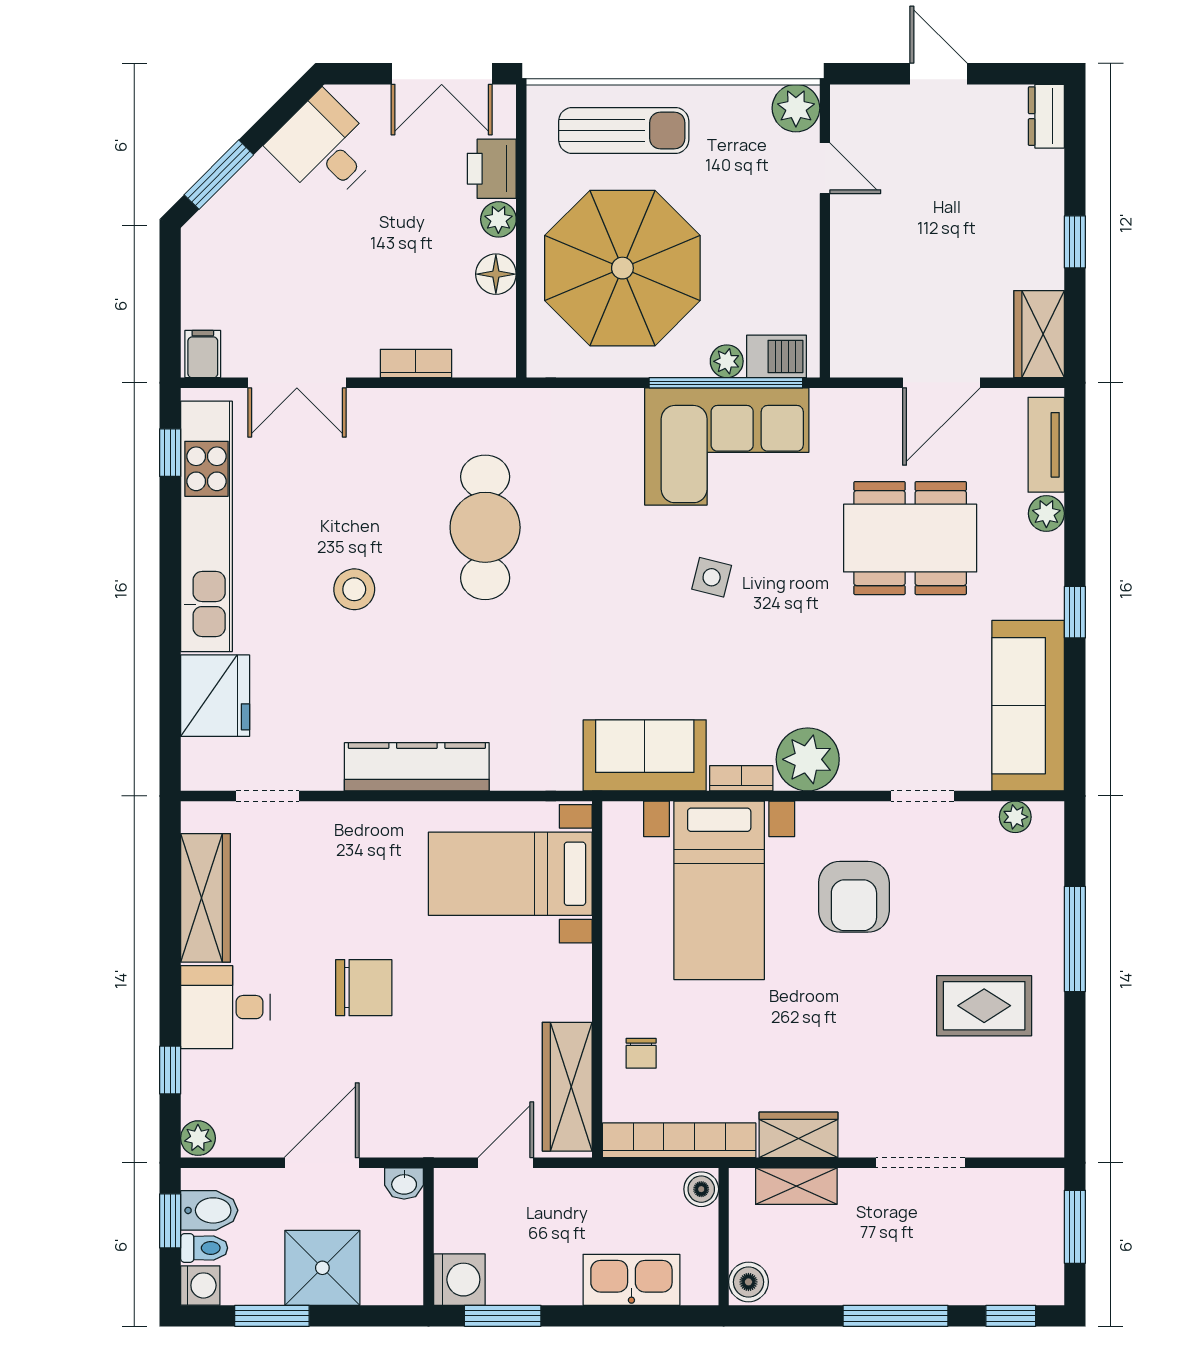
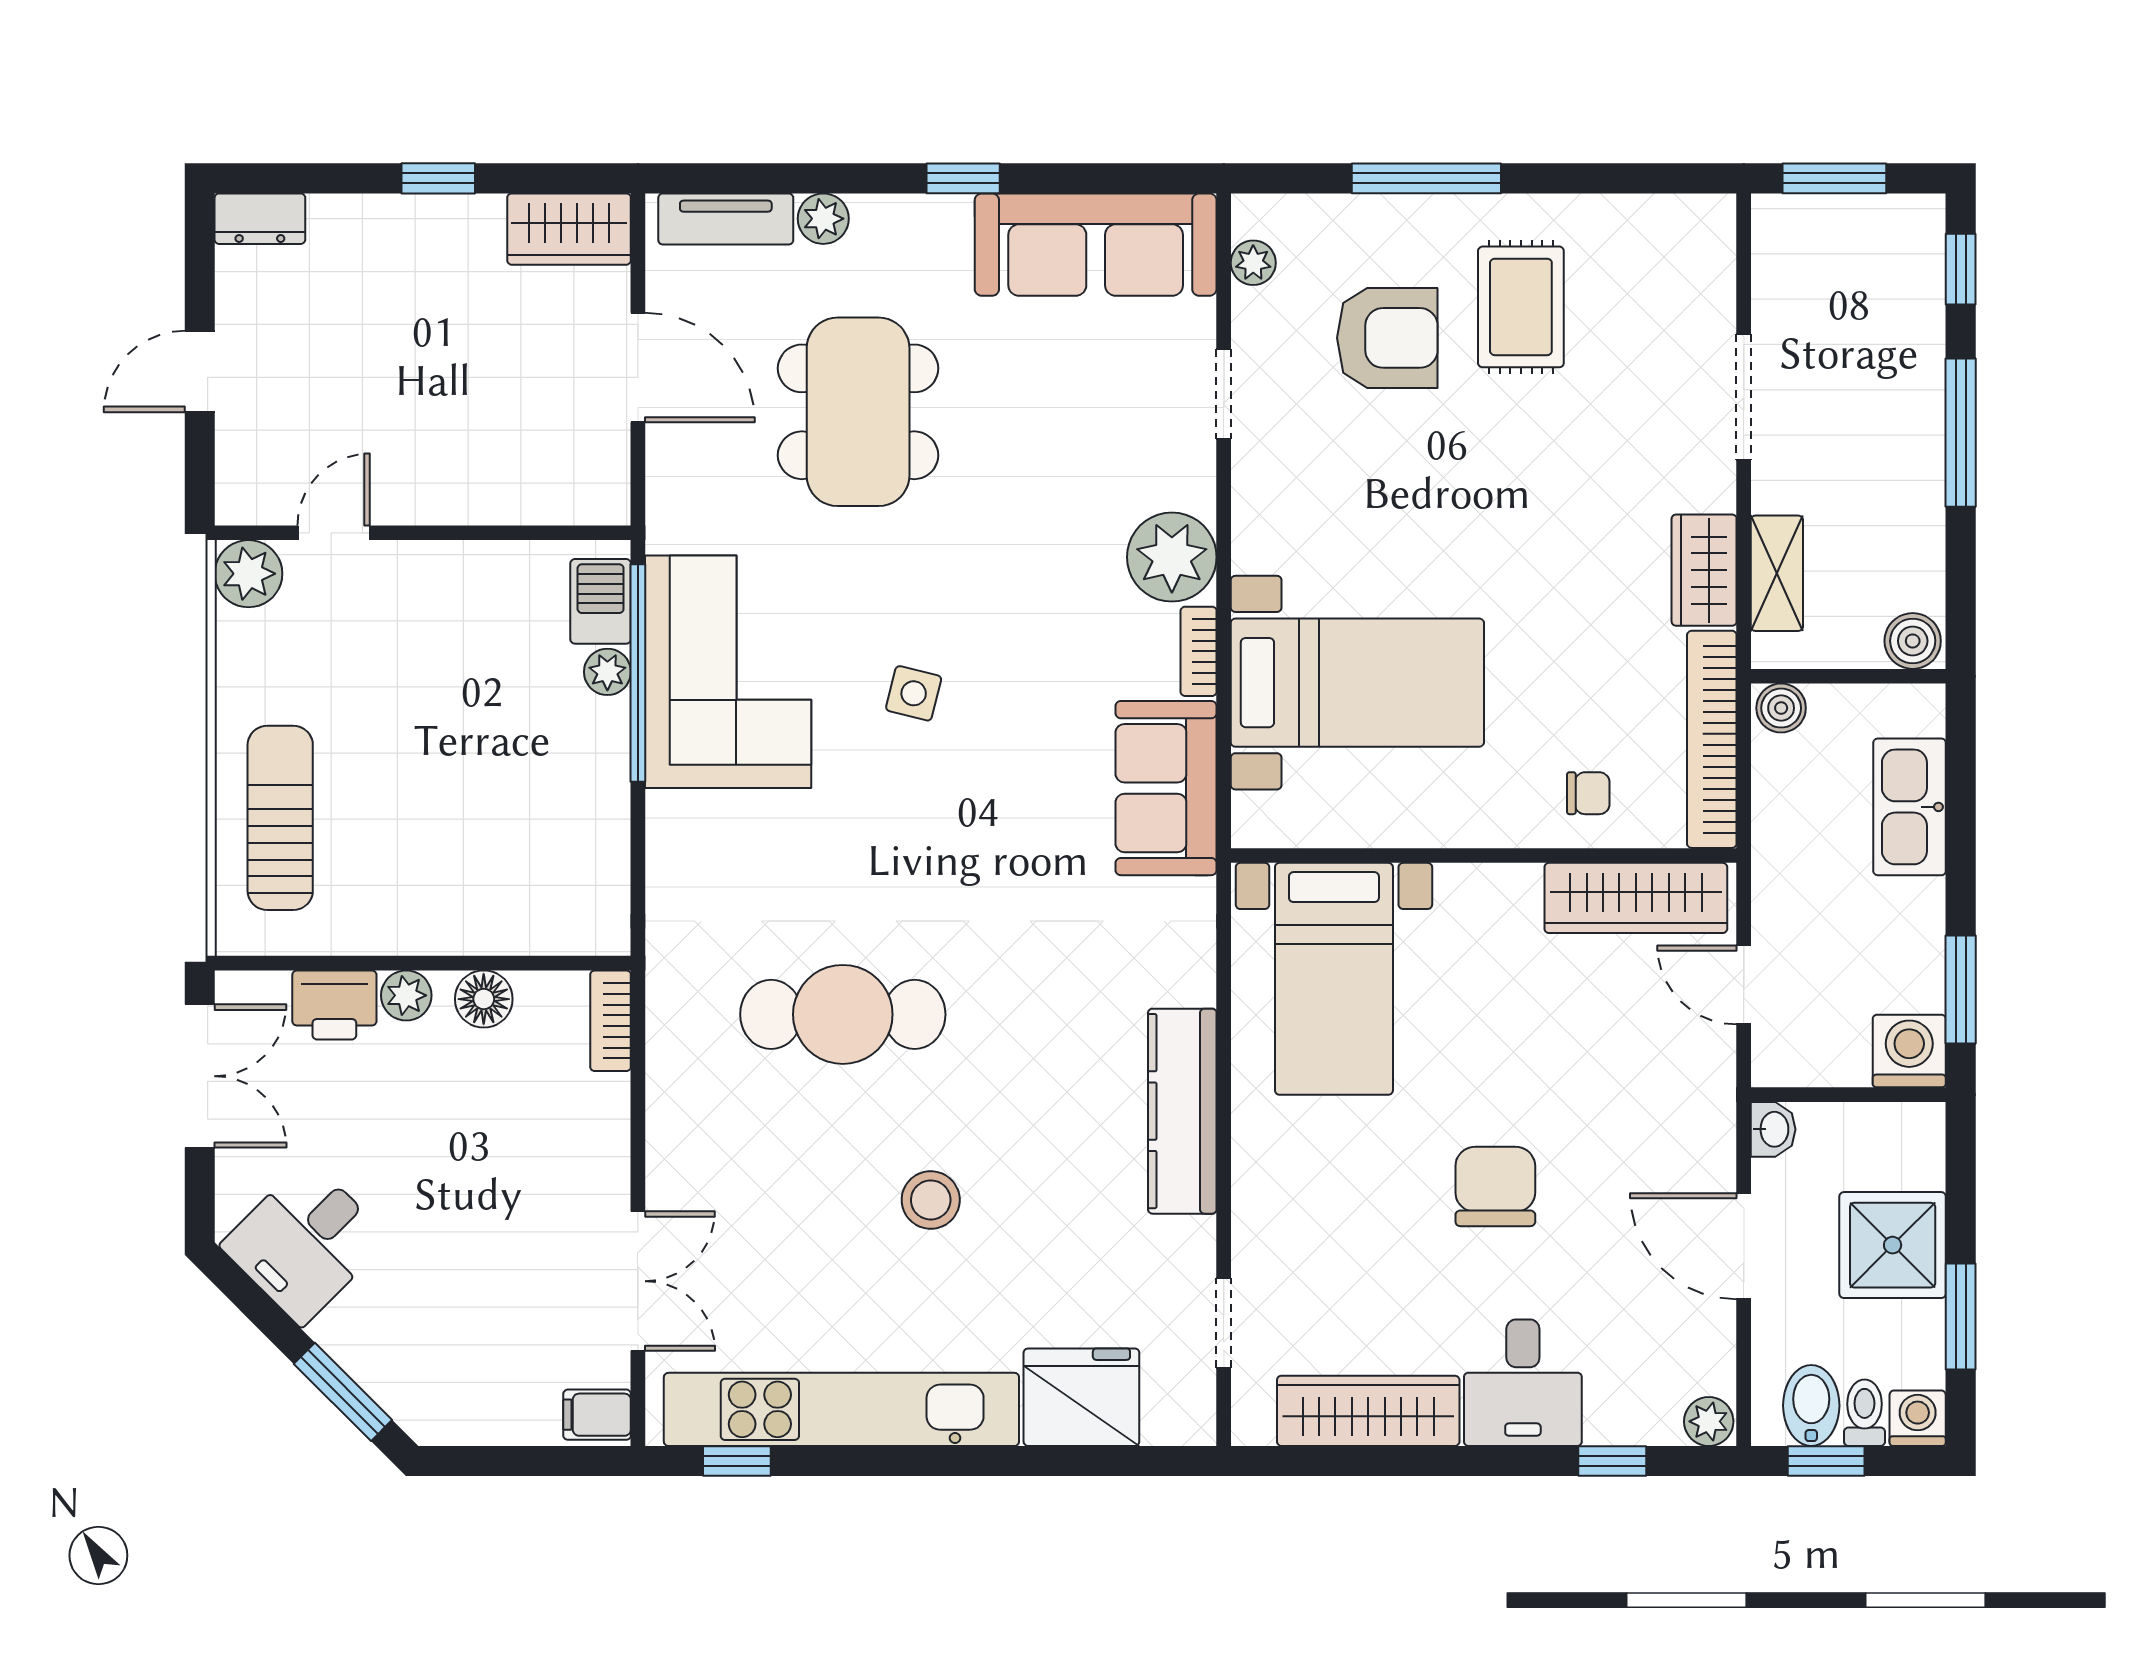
parasol: (622, 268) -> (475, 820), removed
bookcase: (416, 364) -> (611, 1021), moved
armchair: (854, 897) -> (1387, 338), moved

